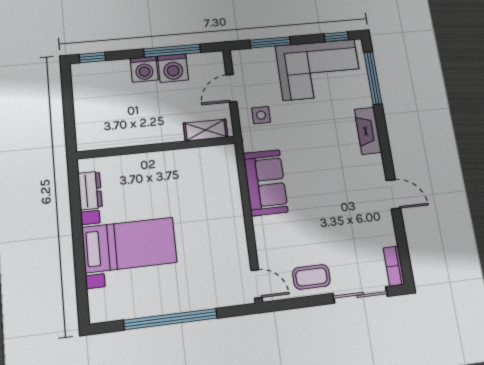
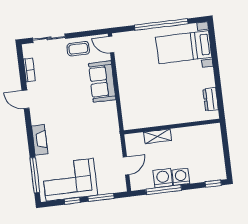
window: (336, 37) -> (72, 201), moved
side table: (261, 115) -> (107, 149), removed
shelving: (206, 130) -> (157, 136), moved
sofa: (265, 183) -> (102, 81), moved
bed with nightstands: (129, 245) -> (184, 47), moved
bookcase: (394, 266) -> (29, 70), moved

